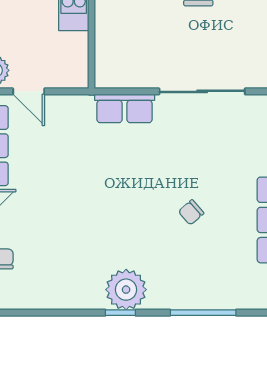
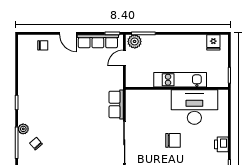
chair: (191, 212) -> (36, 144), moved
plant: (126, 290) -> (23, 129), moved, width x0.53, depth x0.53

